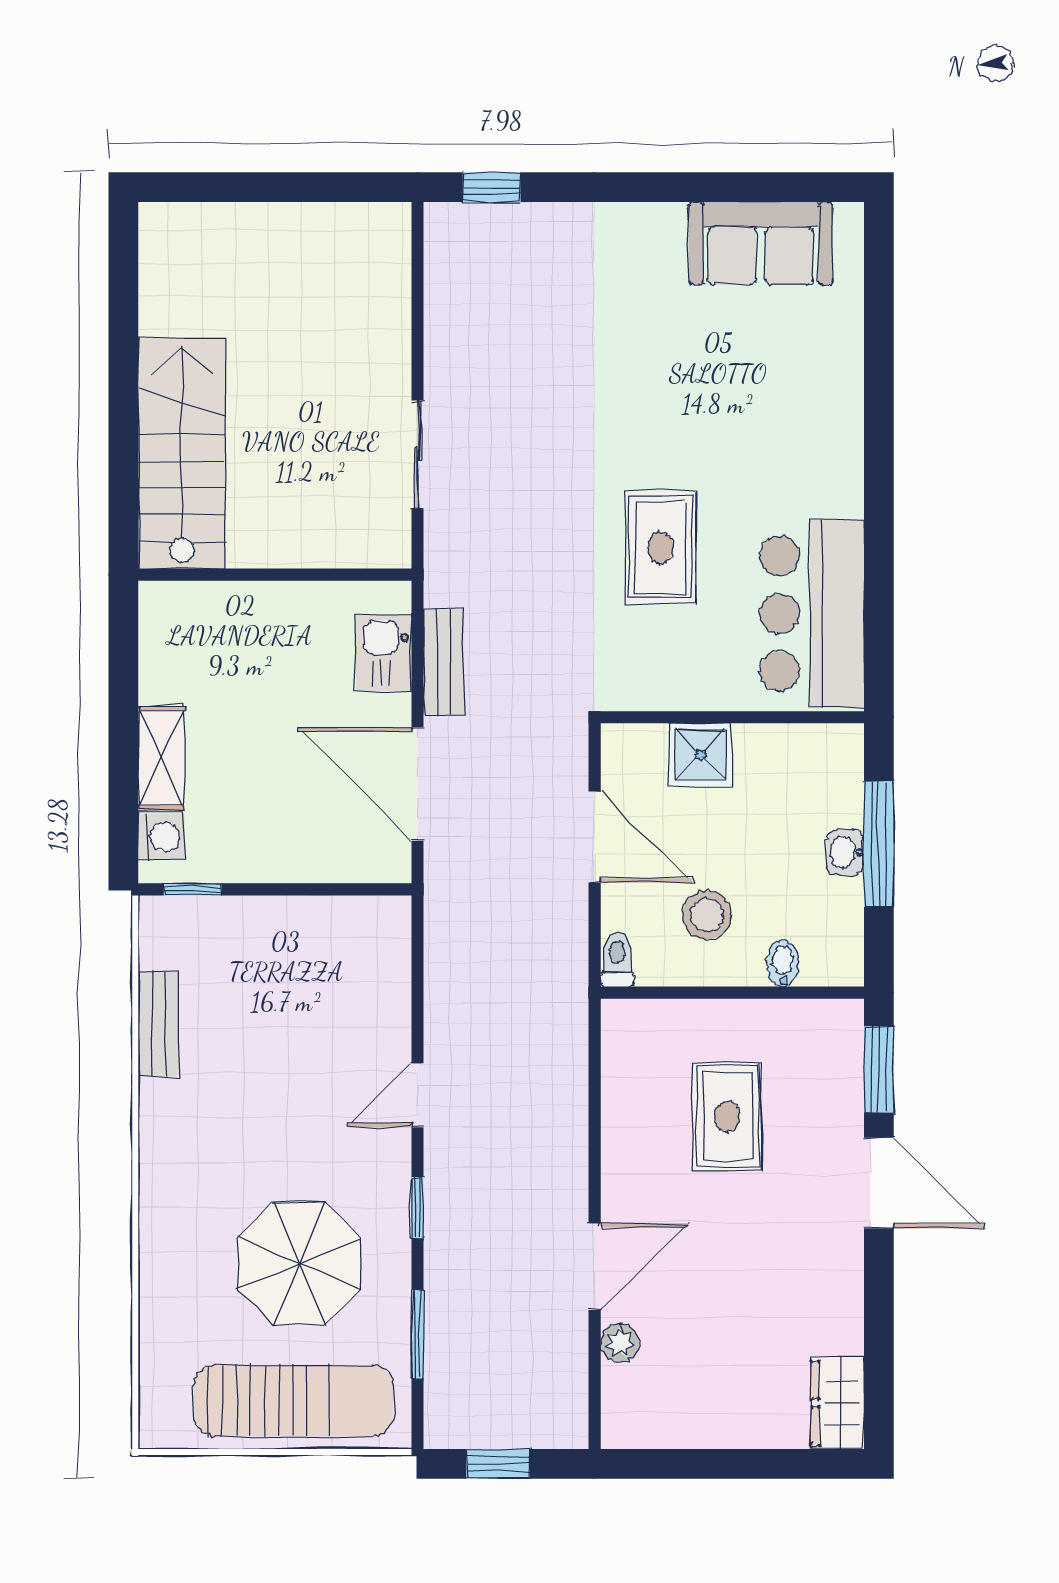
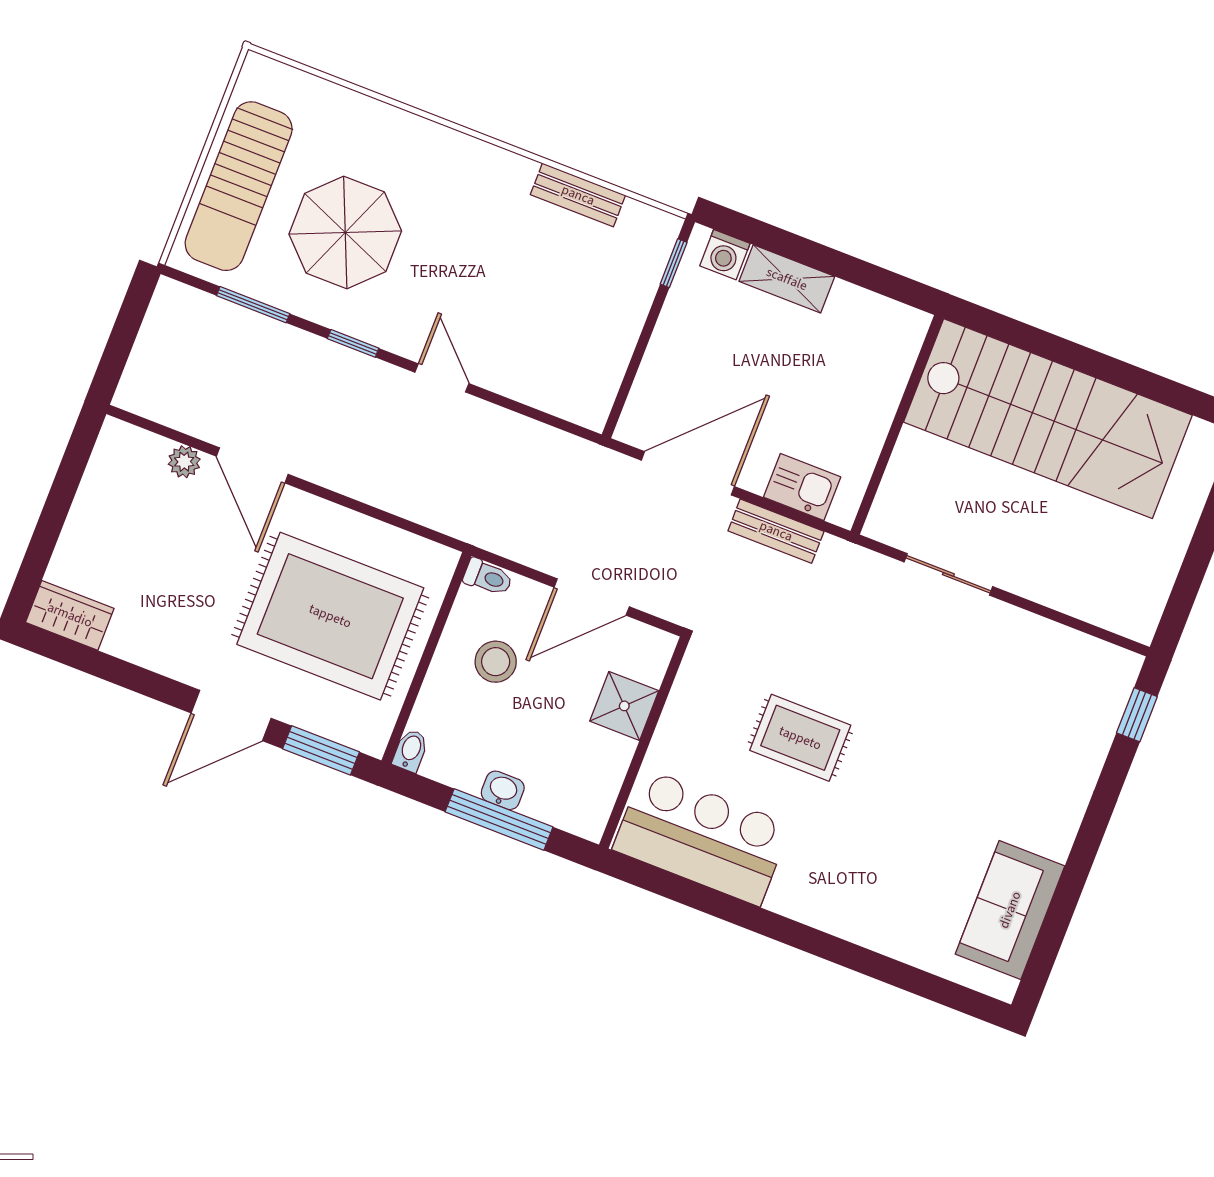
stairs: (182, 453) -> (1048, 419), width x1.36, depth x1.51
bidet: (783, 963) -> (410, 750), moved, turned -90
rug: (727, 1116) -> (330, 616), width x1.86, depth x2.06
window: (498, 1464) -> (126, 328), removed

